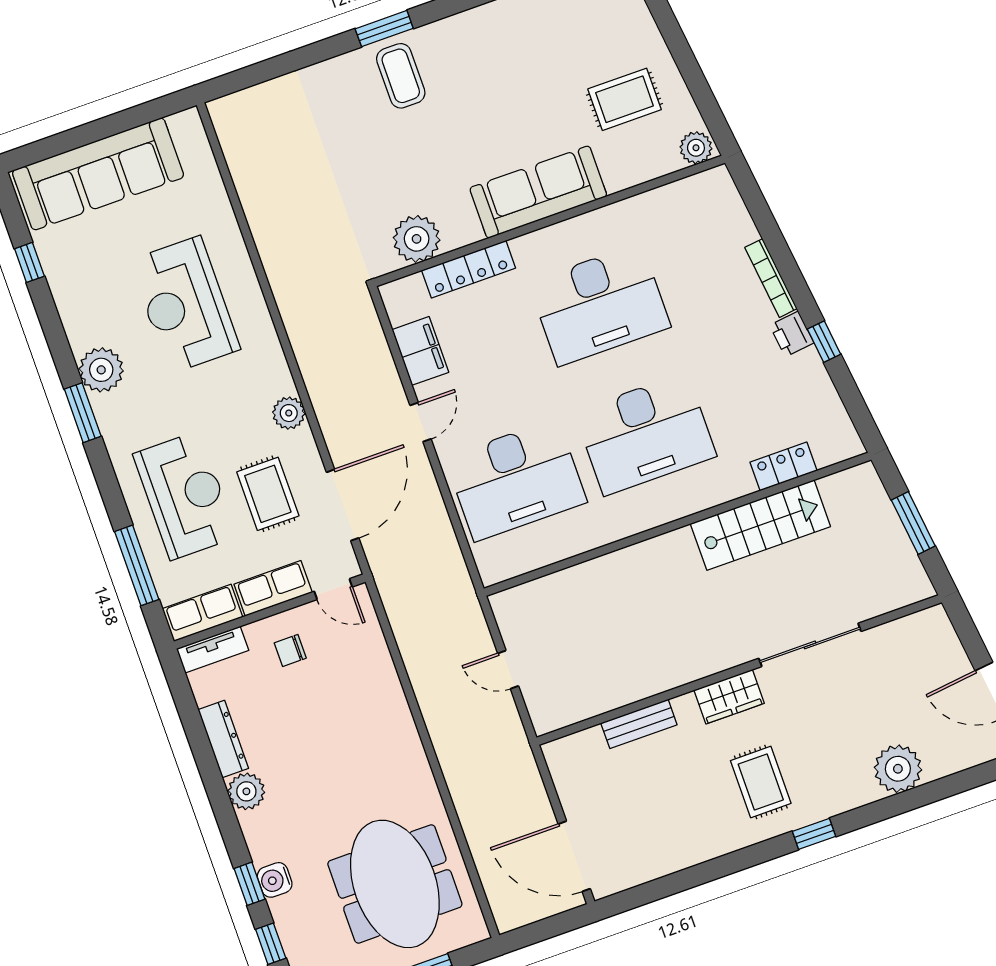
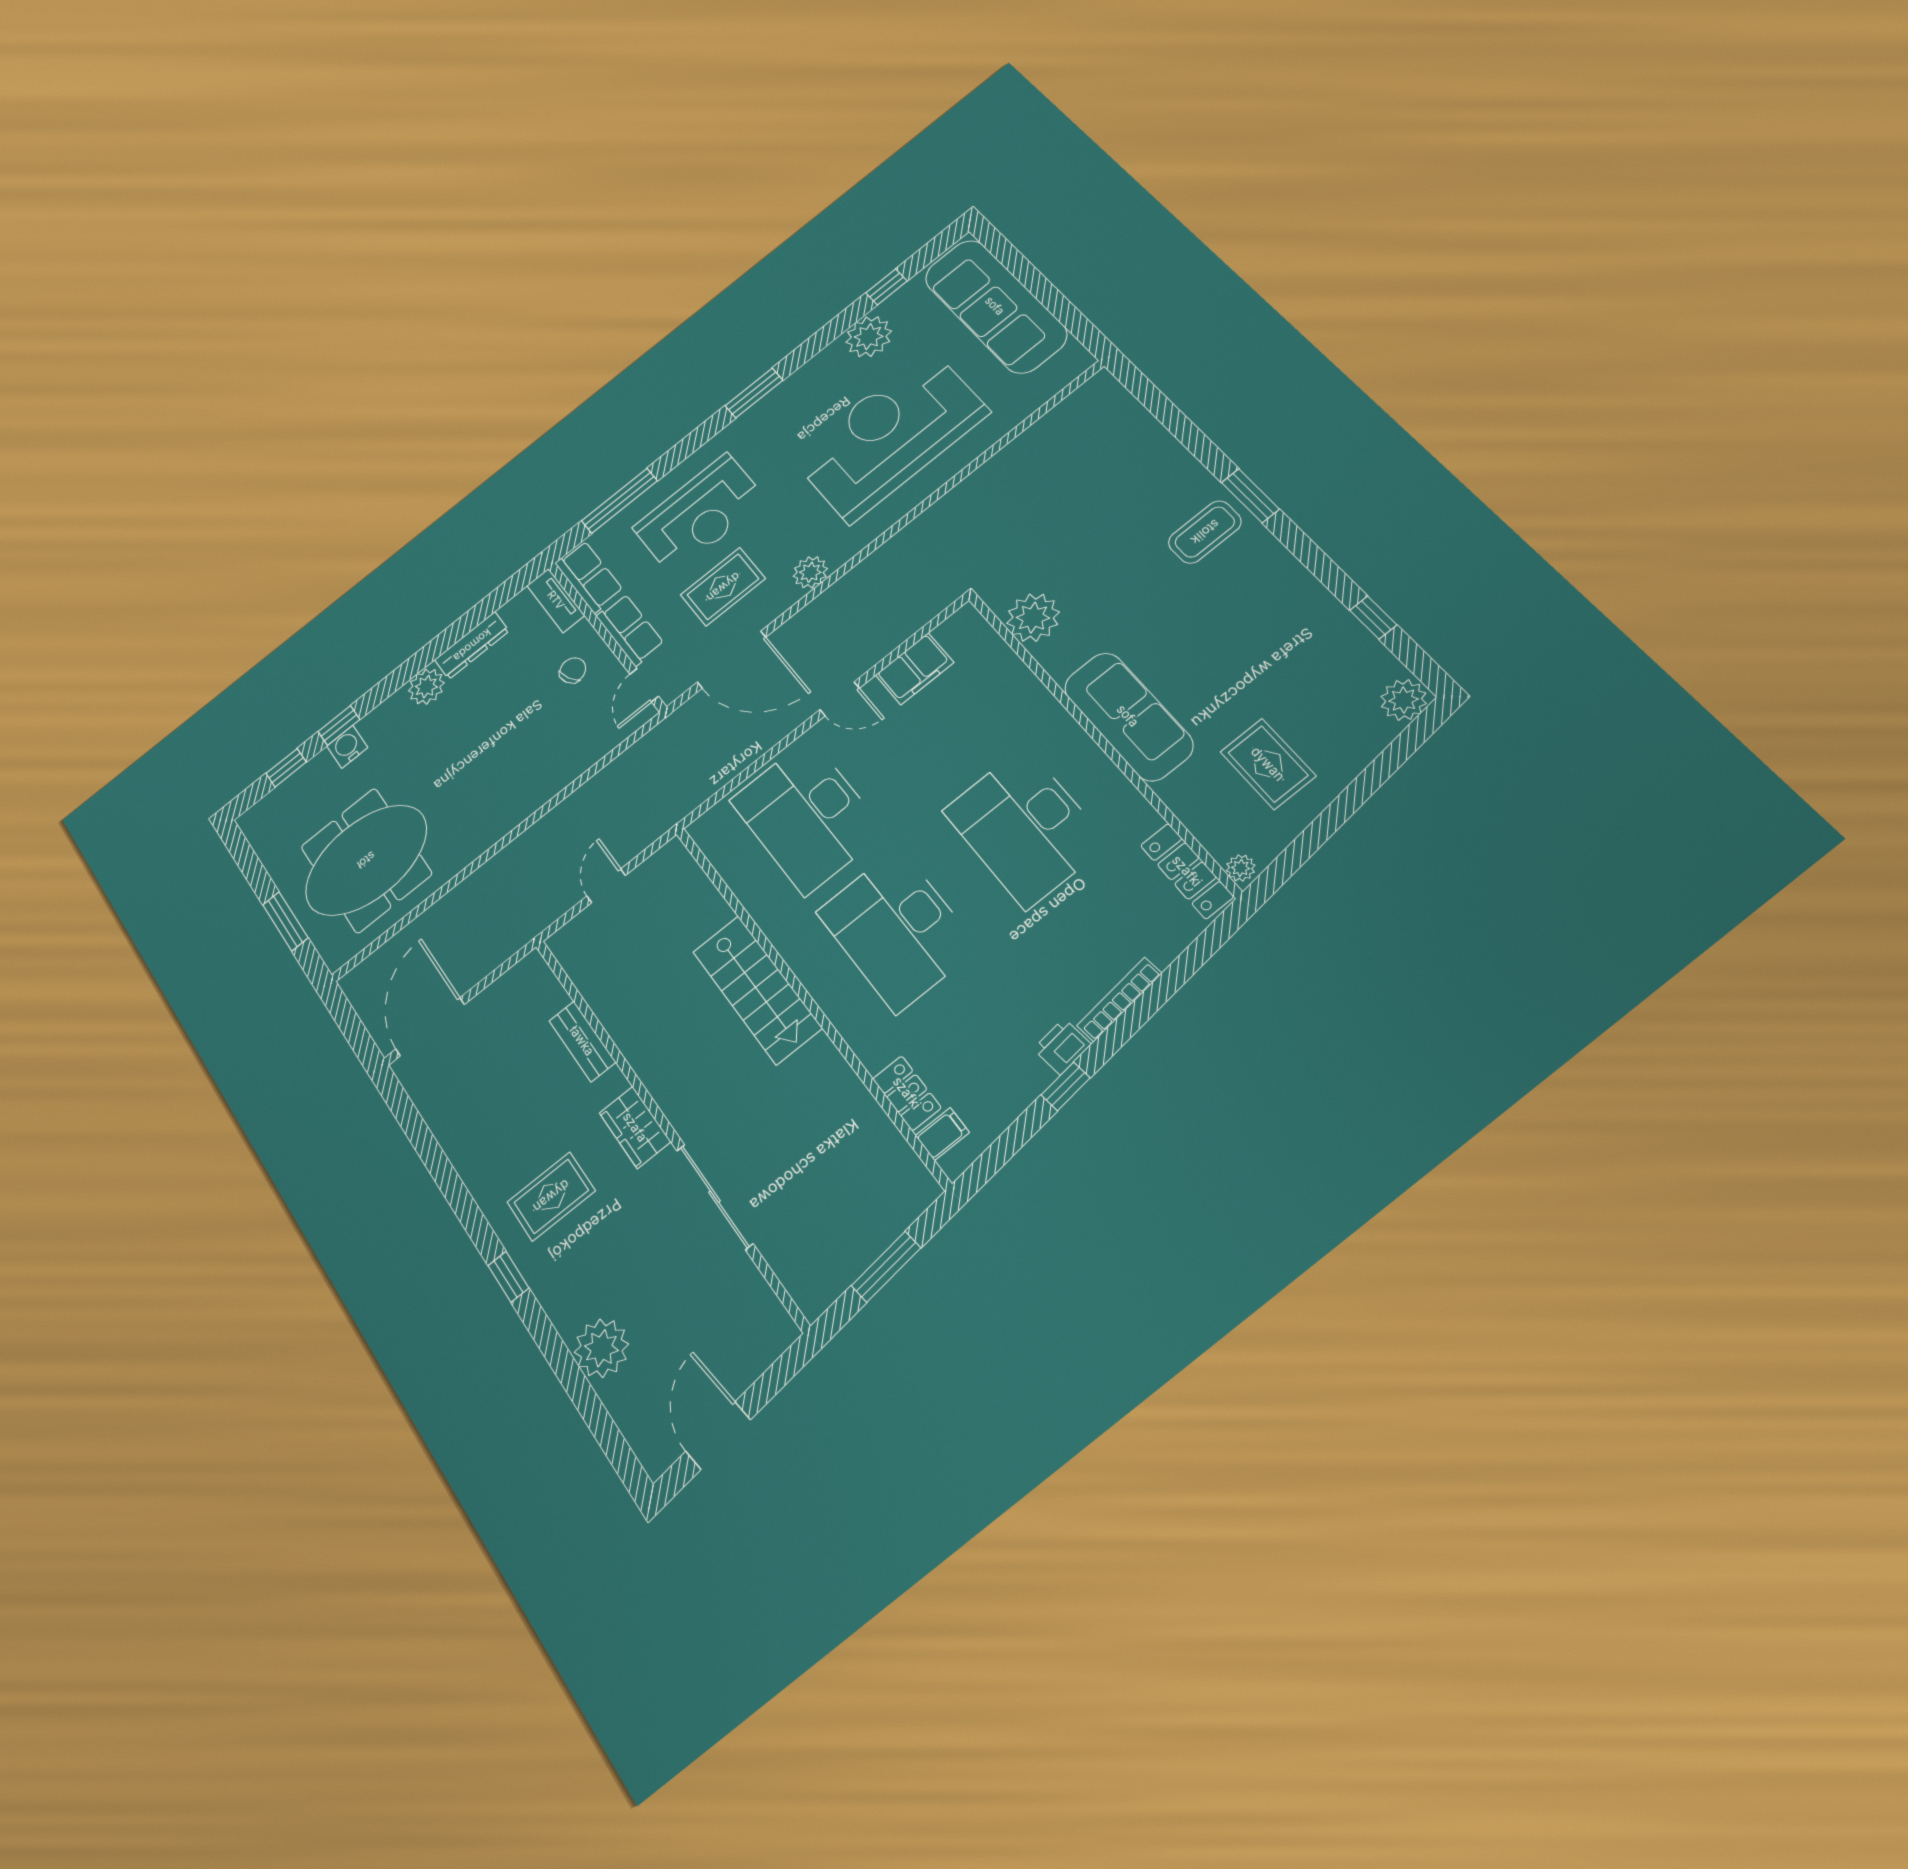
plant: (696, 148) -> (1241, 868), width x0.73, depth x0.73
locker: (469, 269) -> (1187, 871), moved
reception desk: (185, 305) -> (890, 435), width x1.36, depth x1.30
plant: (101, 370) -> (869, 337), moved
filing cabinet: (826, 448) -> (942, 1134), added
stairs: (760, 525) -> (757, 990), moved
chair: (290, 650) -> (573, 670), turned 65

